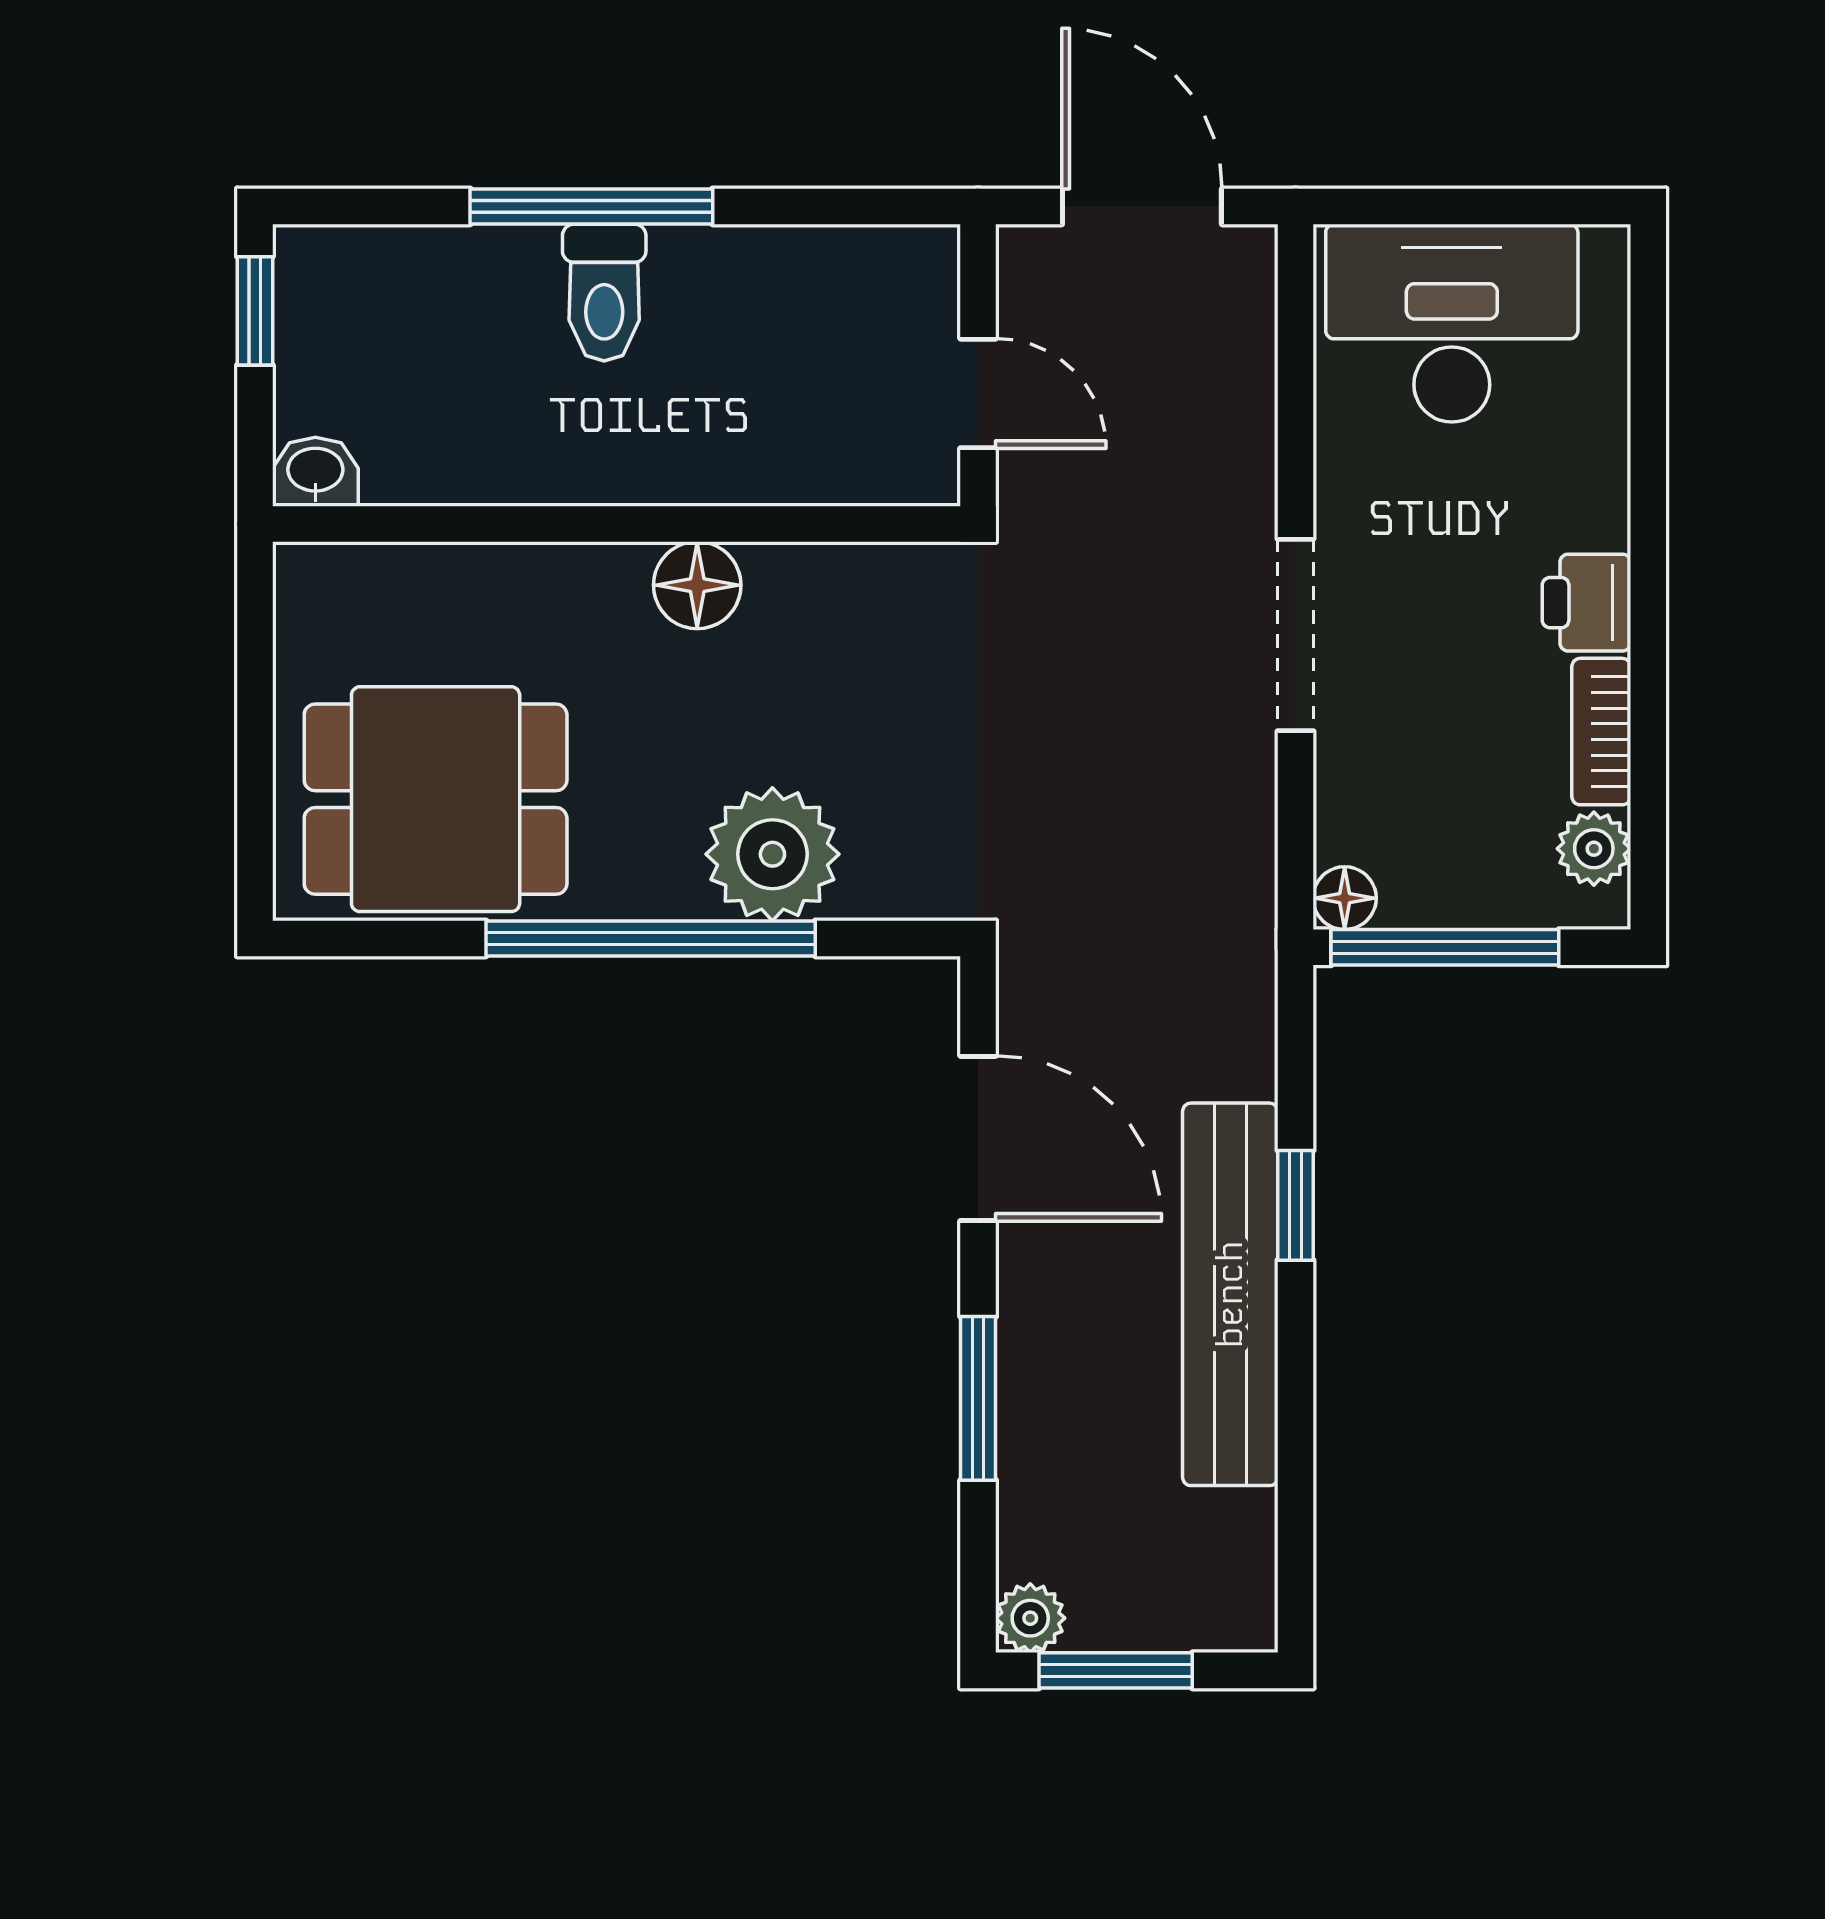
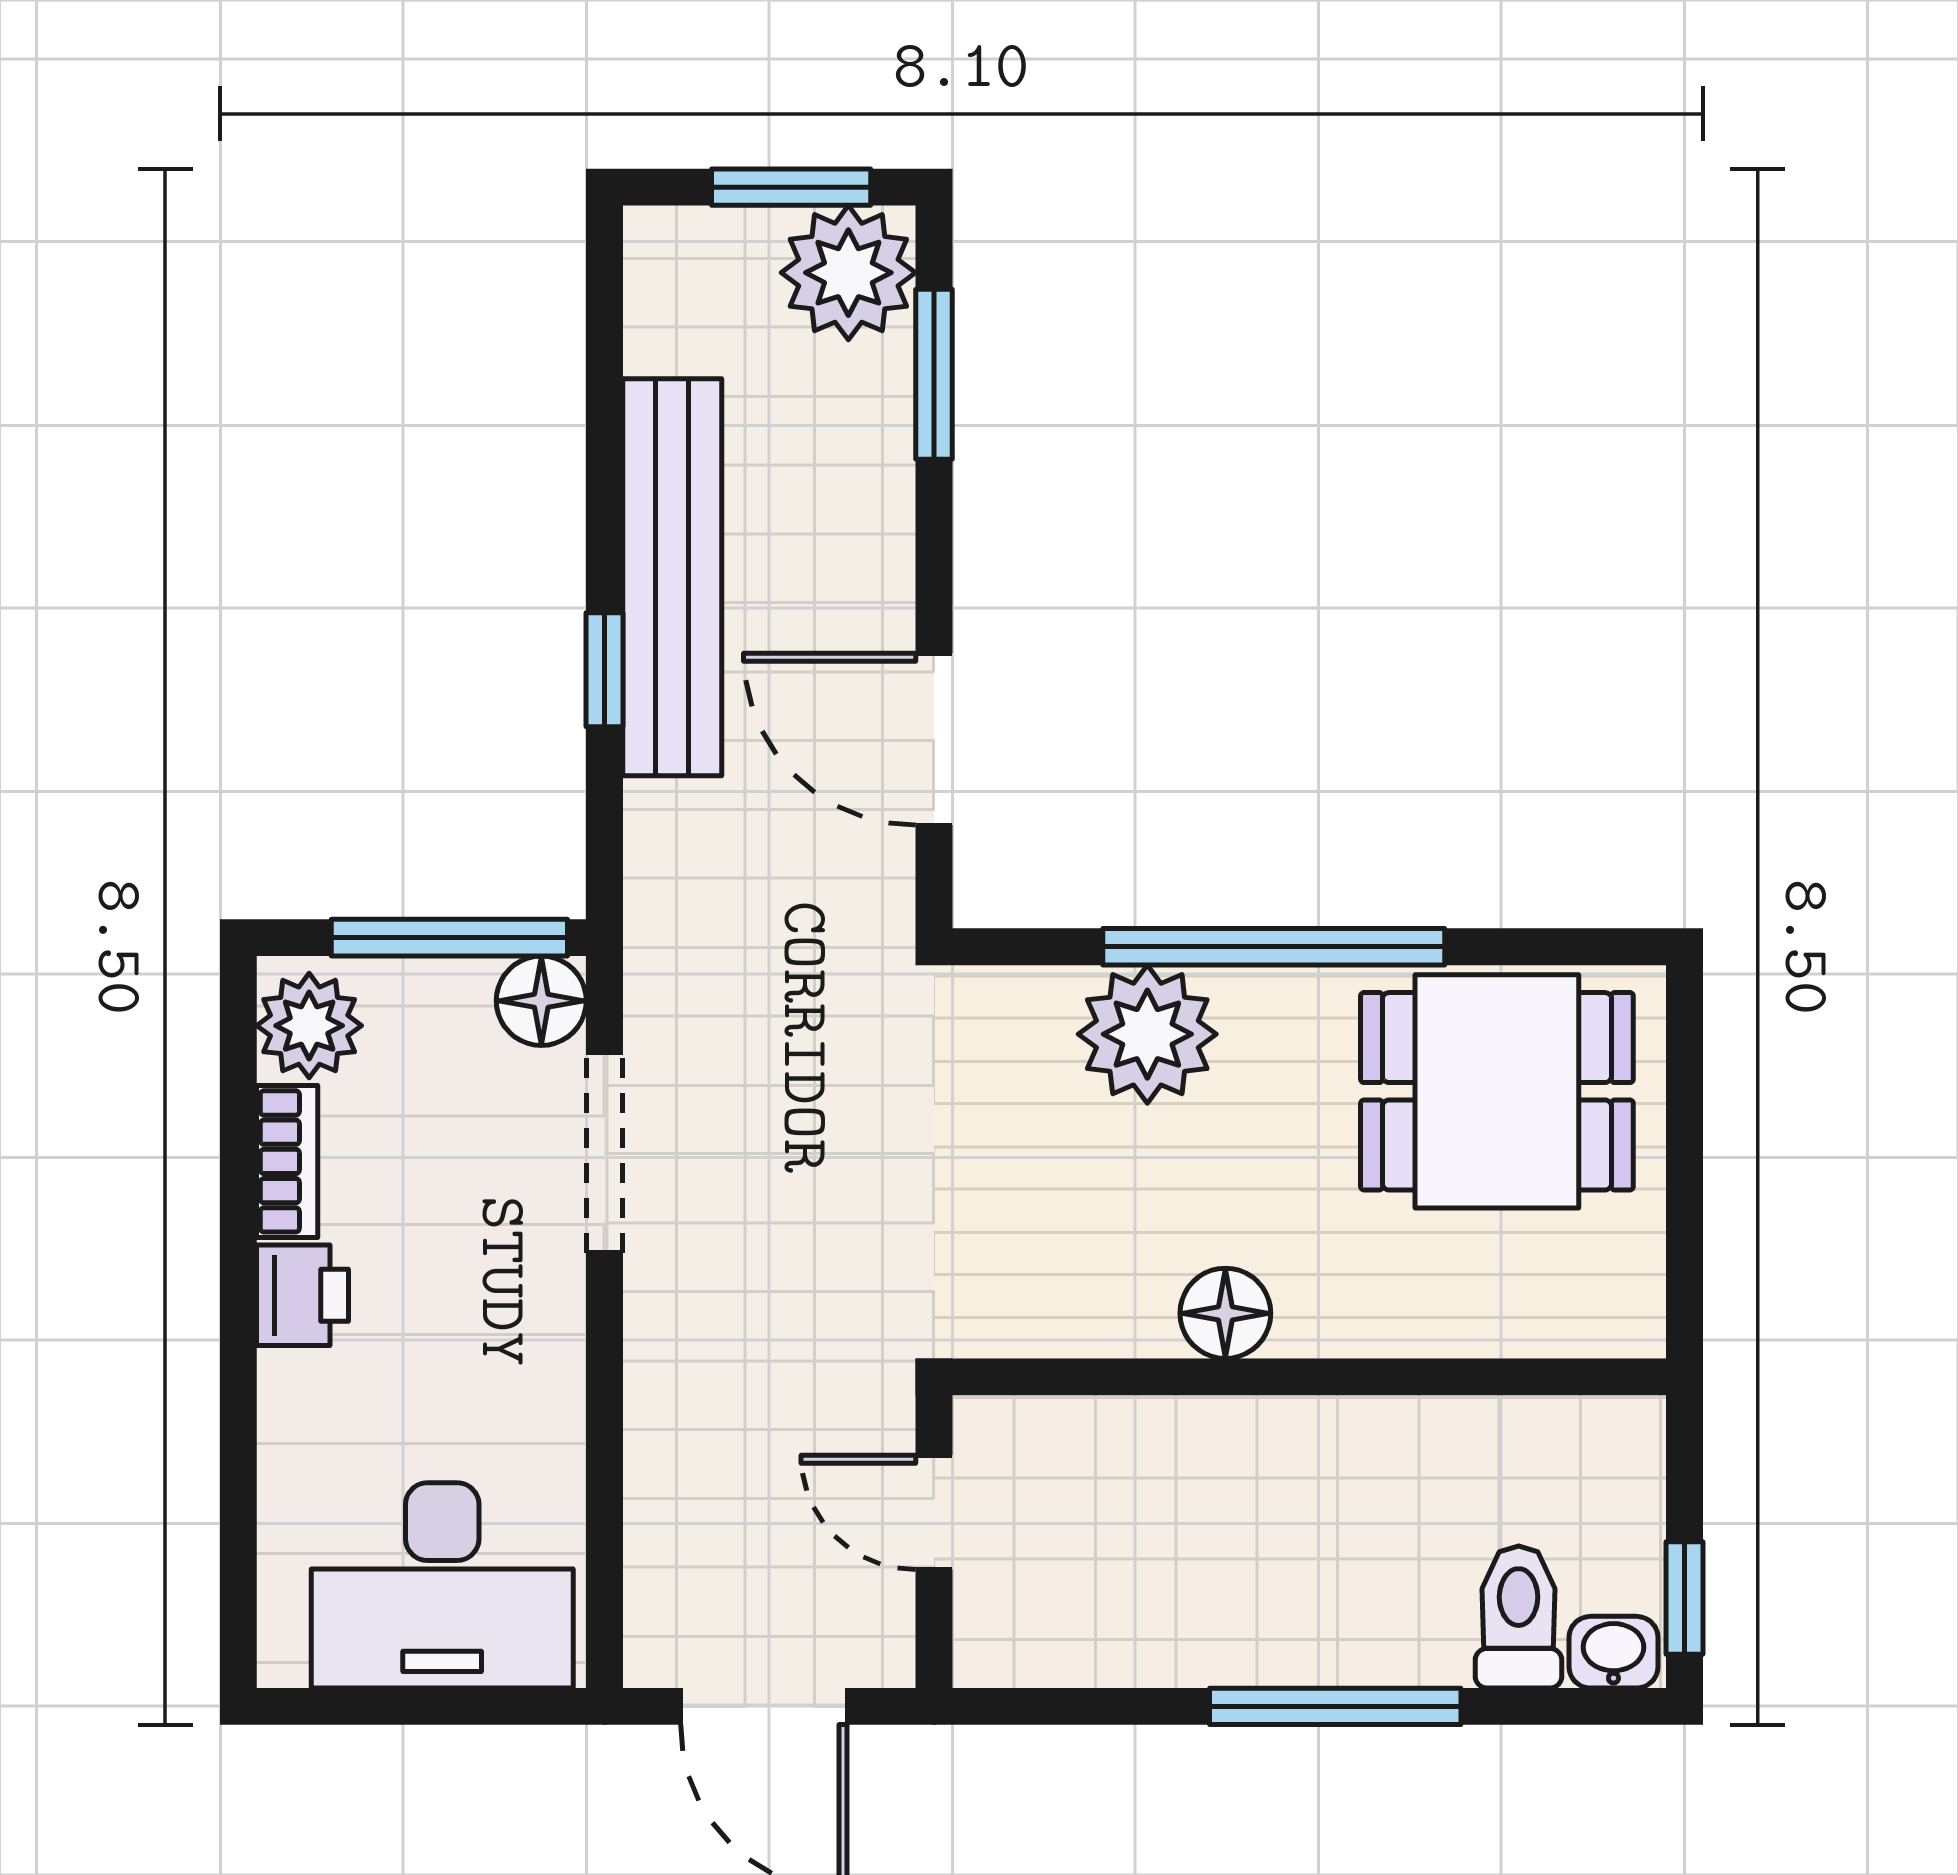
toilet: (604, 293) -> (1519, 1617), moved
washbasin: (315, 472) -> (1613, 1652), moved, turned 180
doorway: (1296, 635) -> (604, 1152), moved
plant: (1594, 849) -> (309, 1026), width x1.38, depth x1.38
floor lamp: (1345, 898) -> (541, 1001), width x1.37, depth x1.37
window: (978, 1398) -> (934, 374), moved
plant: (1030, 1618) -> (848, 273), width x1.88, depth x1.88

